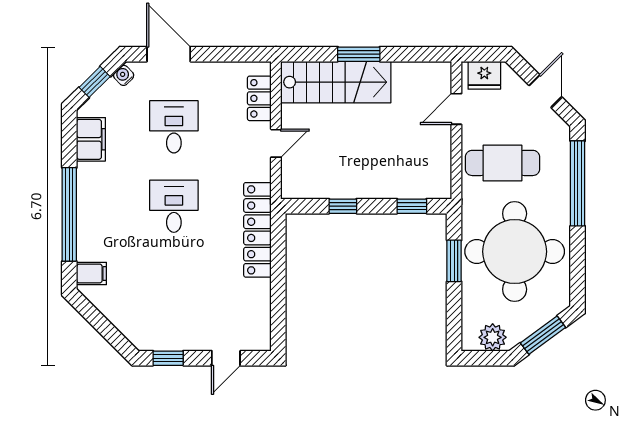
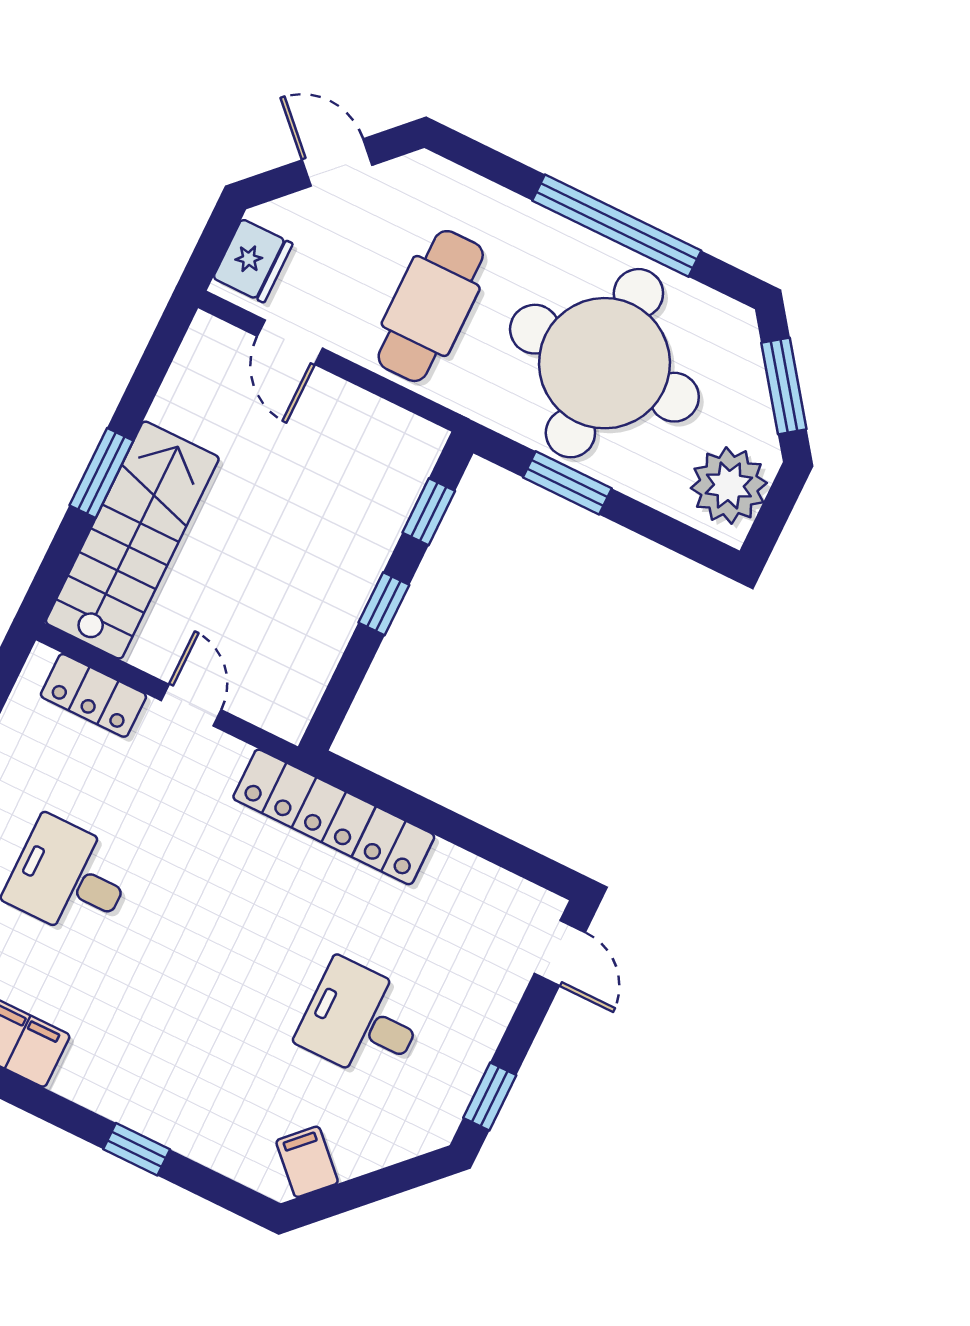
window: (578, 183) -> (617, 226), moved
desk: (174, 206) -> (361, 1021), moved
window: (343, 206) -> (384, 604), moved
window: (69, 214) -> (137, 1149), width x0.32
filing cabinet: (91, 274) -> (307, 1162), moved, turned -45
plant: (493, 337) -> (729, 486), width x1.36, depth x1.36
door: (226, 358) -> (560, 953), moved

